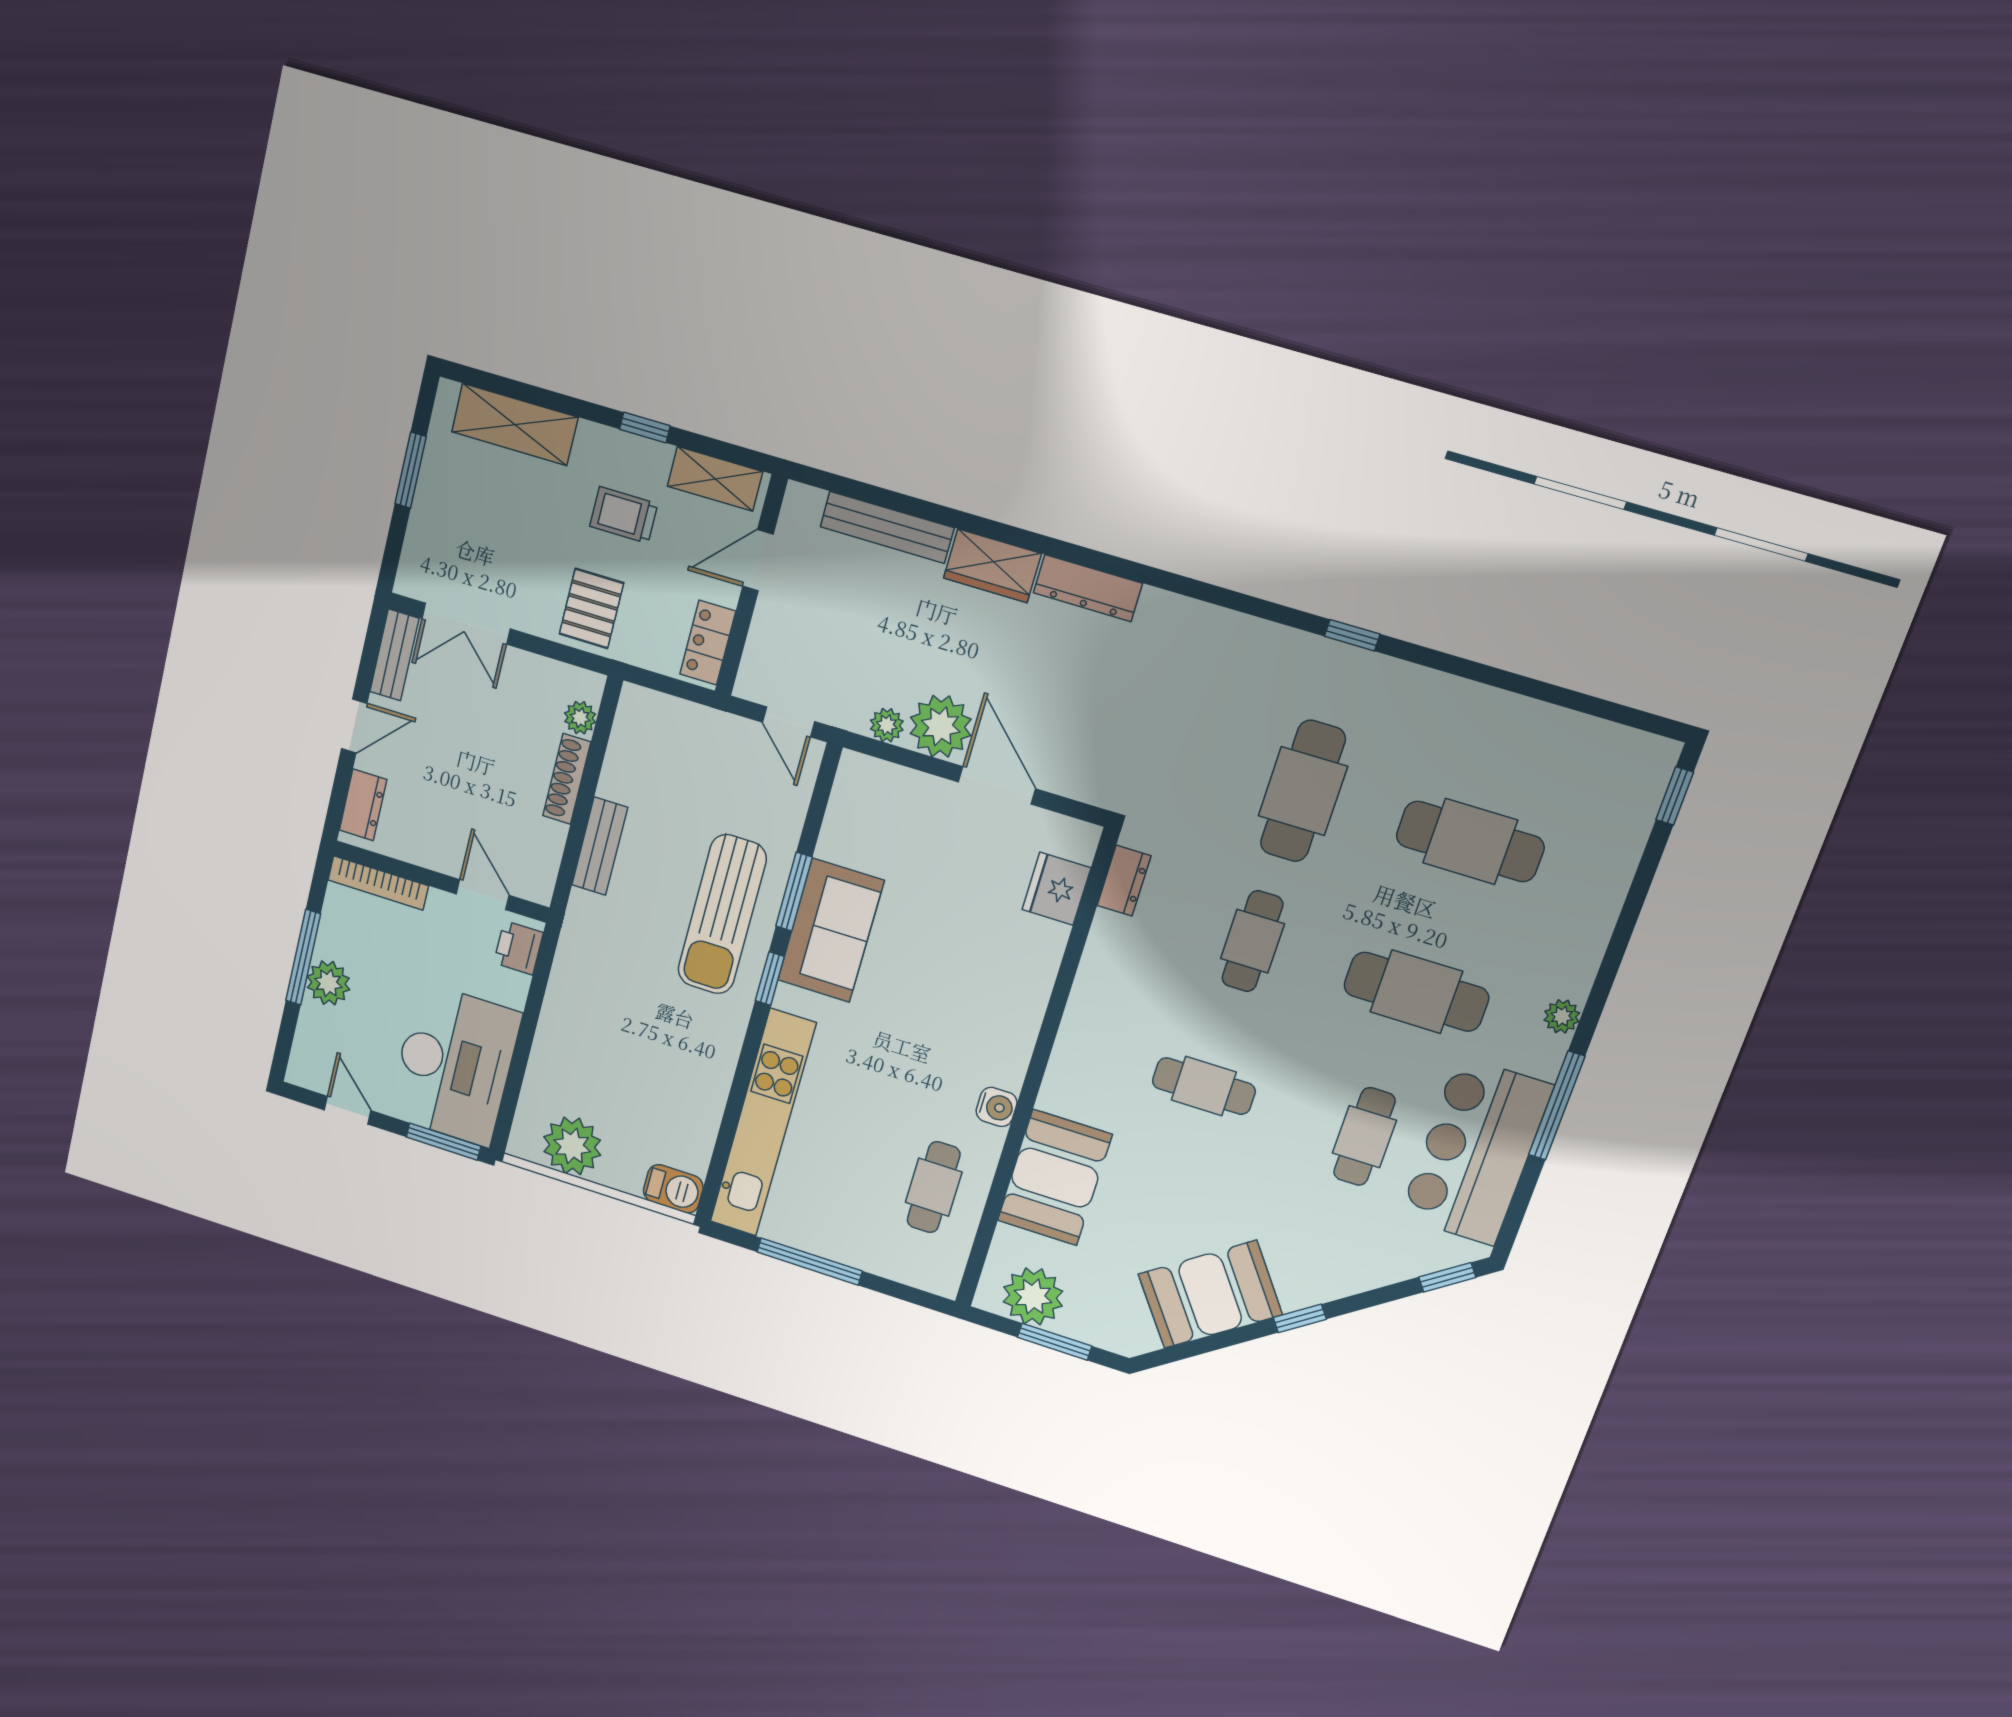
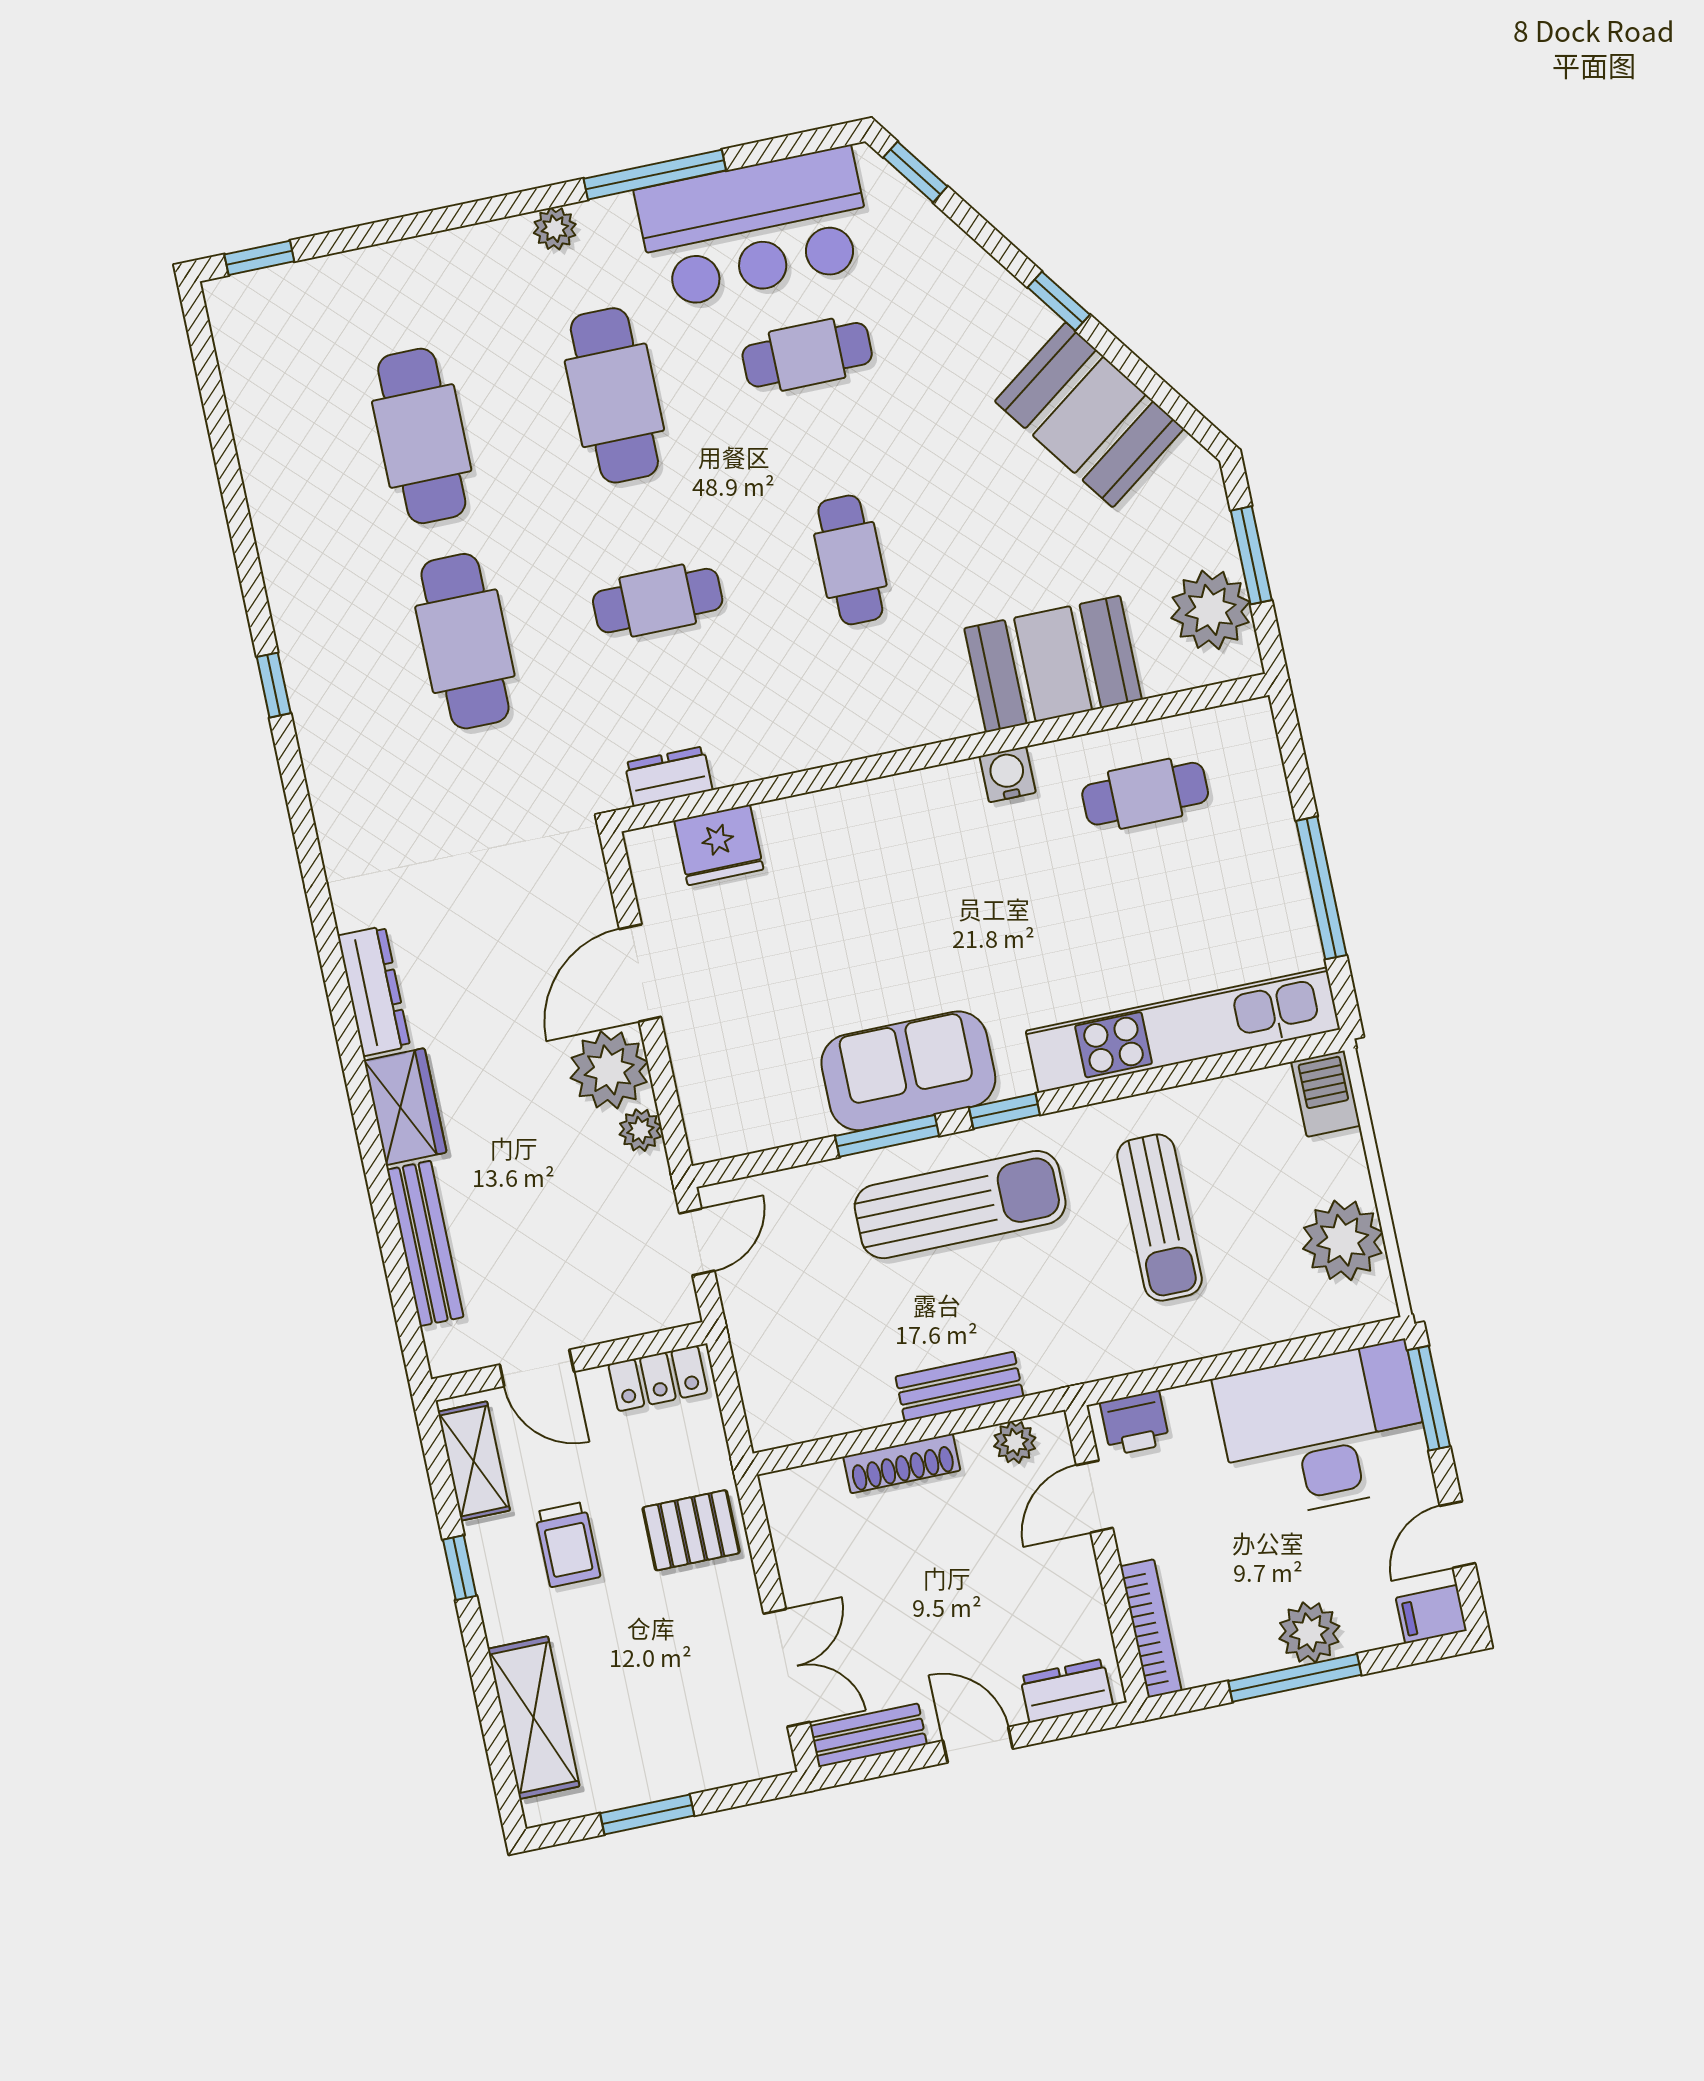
plant: (580, 718) -> (1015, 1442), moved
cafe table: (1303, 791) -> (465, 641), turned 90
sun lounger: (646, 1039) -> (1159, 1218), added
filing cabinet: (304, 1066) -> (1431, 1614), added

